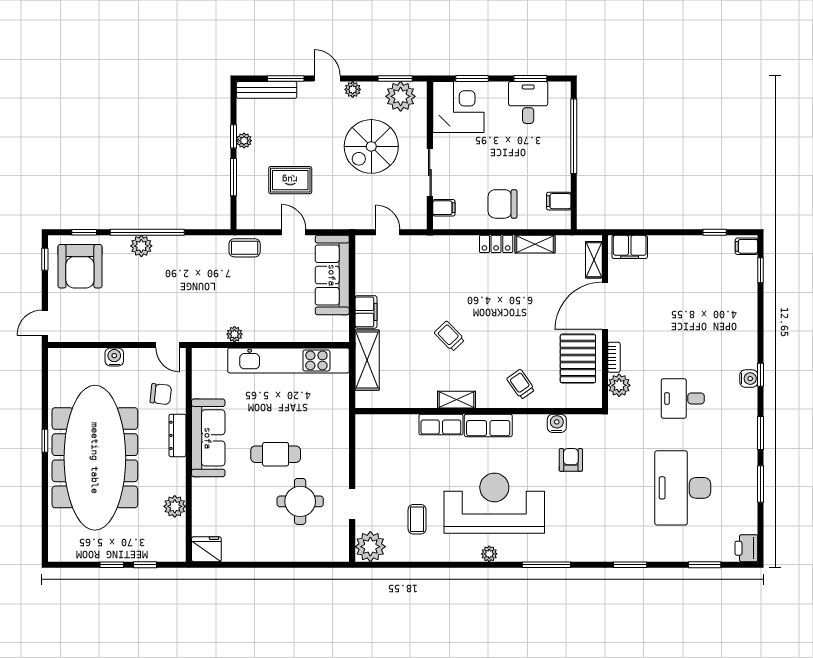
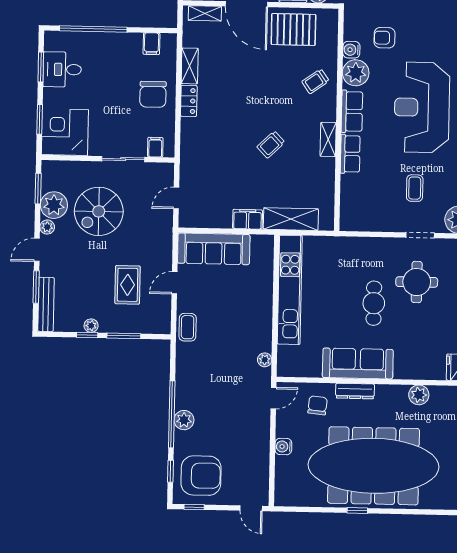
plant: (401, 96) -> (54, 205), moved
spiral stairs: (371, 146) -> (99, 211), turned 90
plant: (234, 334) -> (265, 360), moved
plant: (531, 429) -> (356, 73), added
coffee table: (417, 519) -> (415, 188), moved, turned 90

